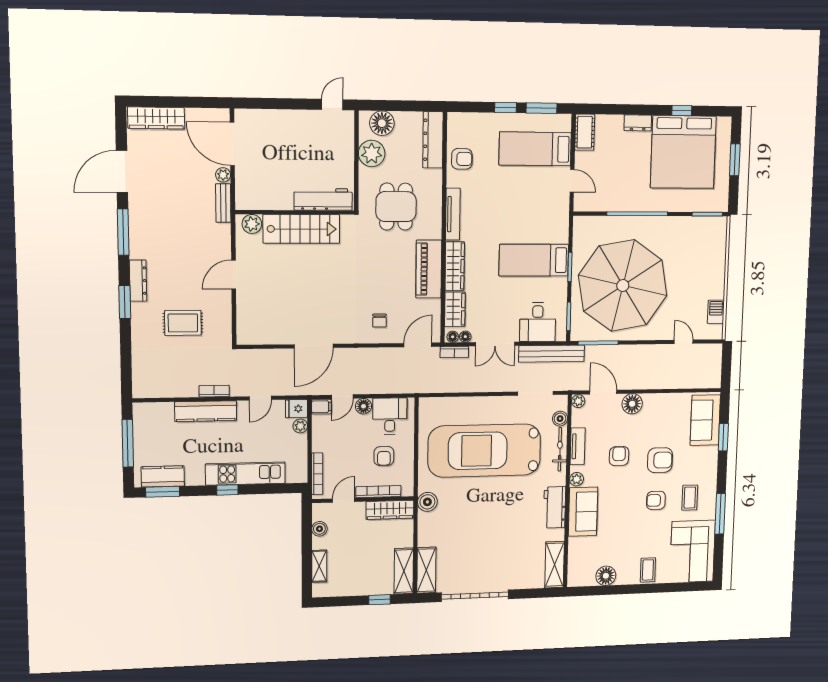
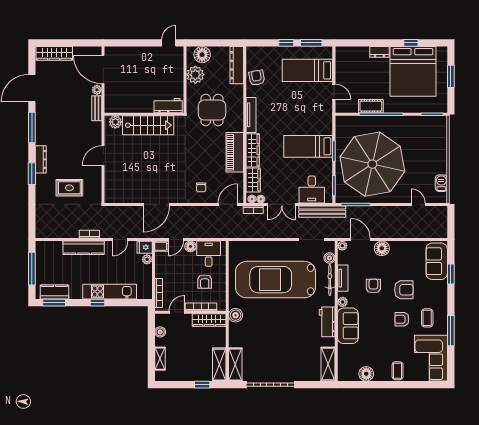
cot: (585, 132) -> (371, 106), moved, turned 90
armchair: (462, 159) -> (257, 78), turned -100
workbench: (323, 199) -> (168, 106), width x0.73

